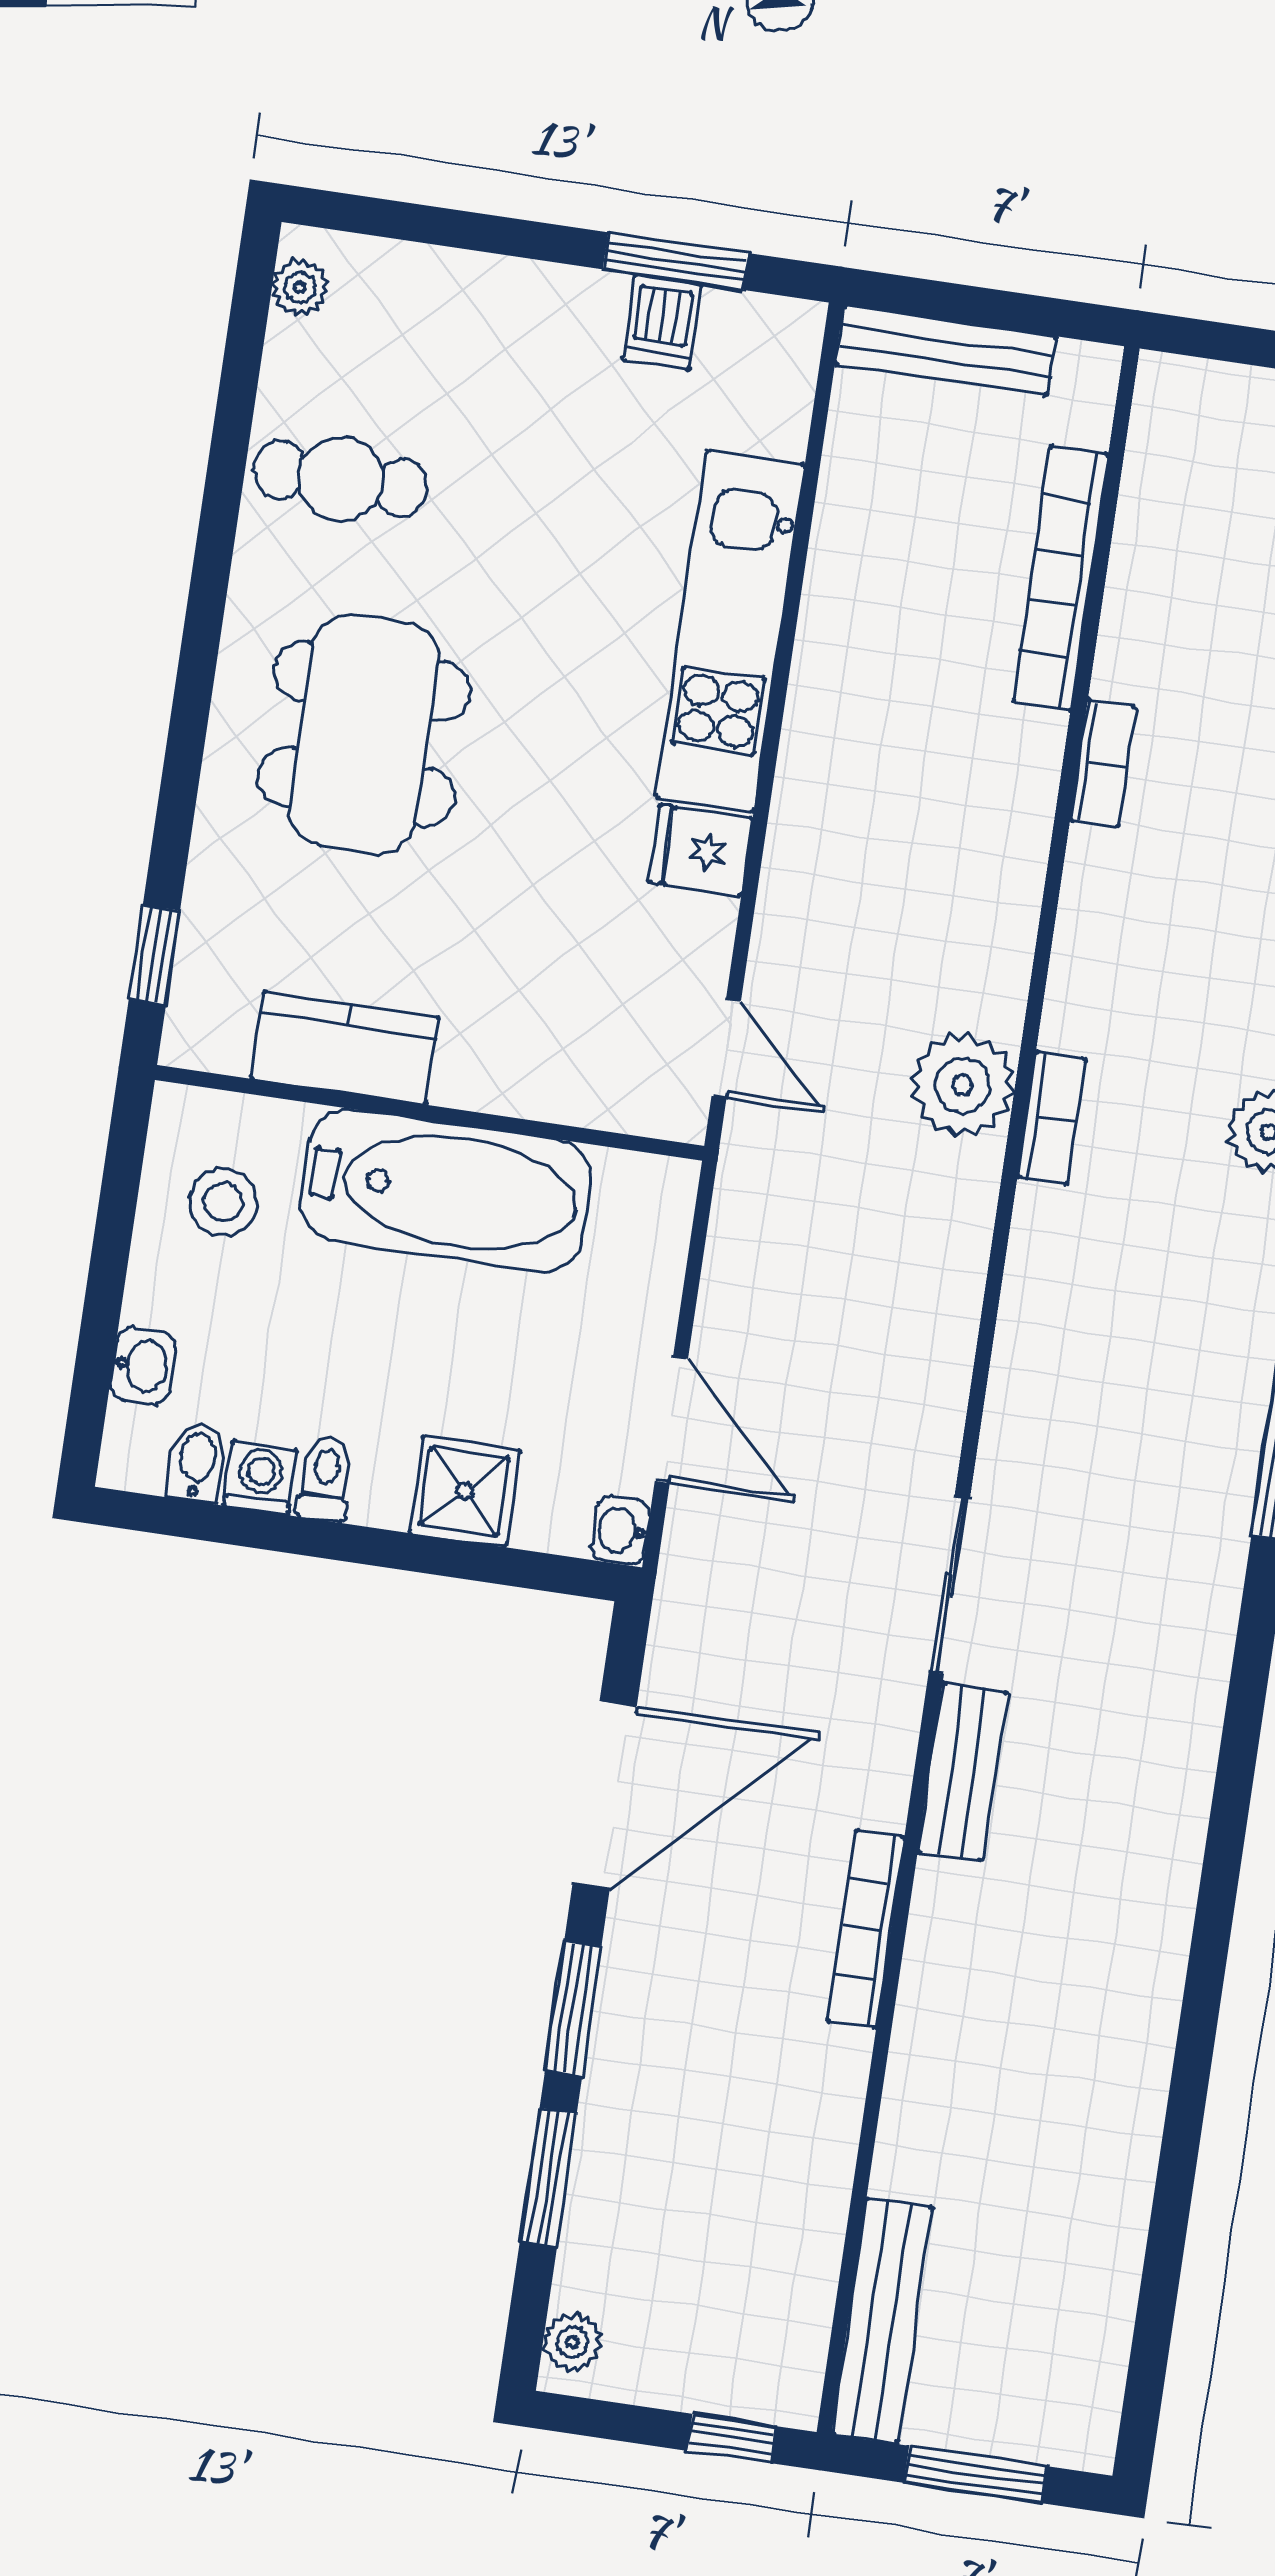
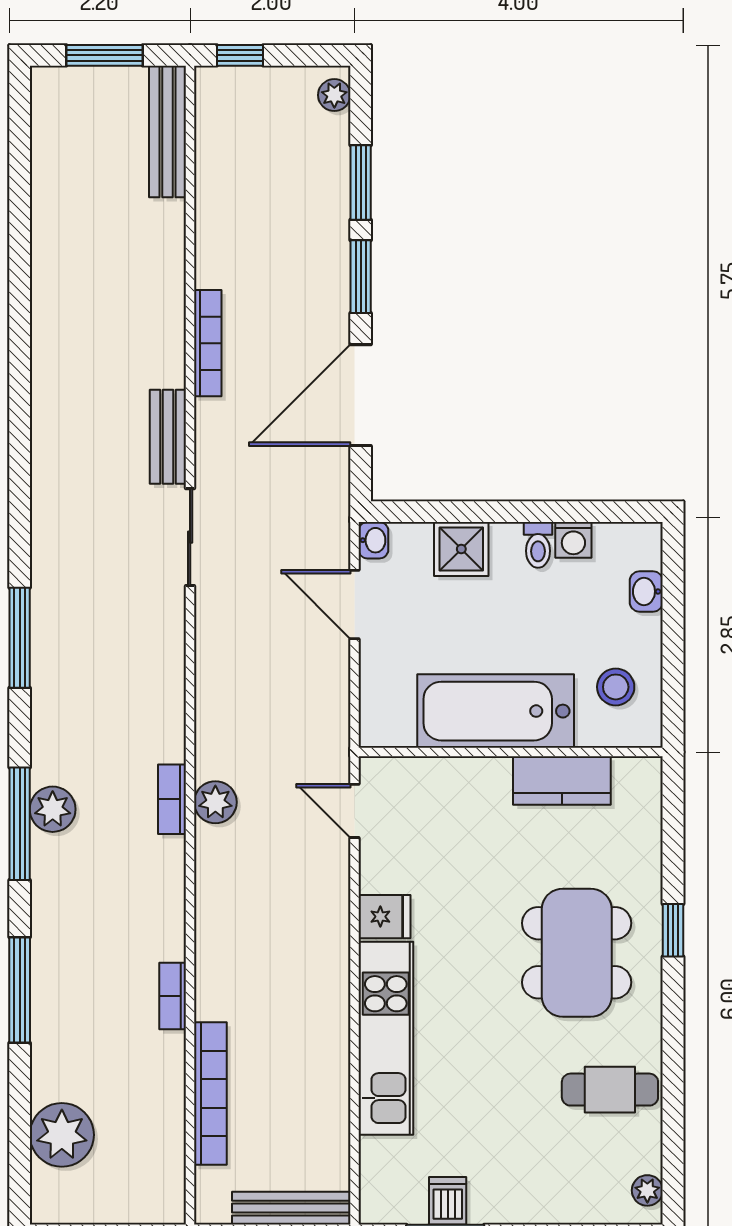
window: (154, 955) -> (673, 930), moved
plant: (962, 1085) -> (215, 802), width x0.73, depth x0.73
bidet: (197, 1463) -> (609, 543), removed

